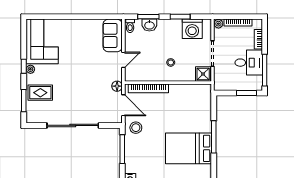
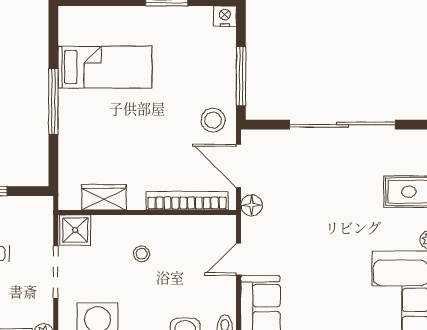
wardrobe: (189, 90) -> (104, 197), added
bed: (189, 148) -> (105, 67), width x0.67

